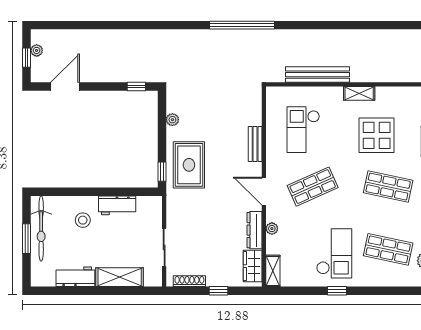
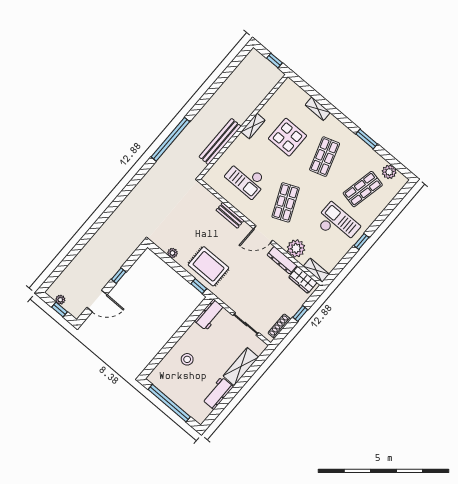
window: (242, 25) -> (170, 139), moved
door: (65, 87) -> (97, 301), swing flipped
window: (136, 87) -> (119, 276), moved
shop shelf: (388, 187) -> (325, 157), turned -30
workbench: (117, 205) -> (210, 315), moved
bicycle: (41, 229) -> (171, 389), removed
plant: (272, 229) -> (296, 248), width x1.88, depth x1.88
window: (26, 239) -> (169, 403), width x2.11

